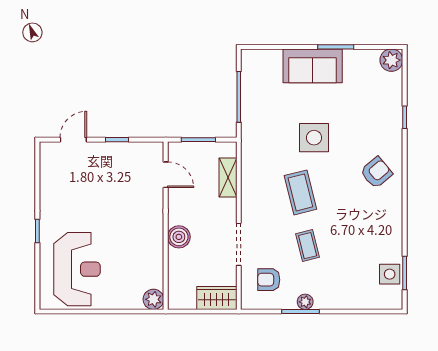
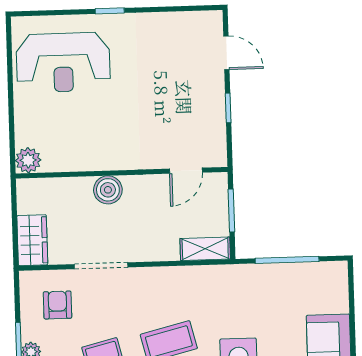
shelving: (228, 178) -> (205, 249), moved

